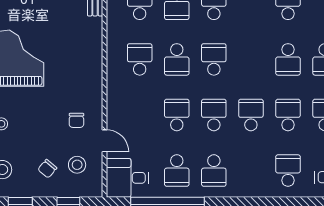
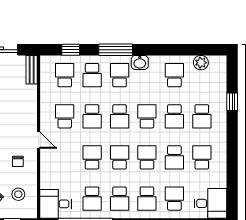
school desk: (214, 59) -> (120, 116), turned 180
school desk: (251, 59) -> (147, 116), added
school desk: (288, 115) -> (174, 157), turned 180
door: (104, 141) -> (39, 140), moved
school desk: (251, 171) -> (147, 199), added

